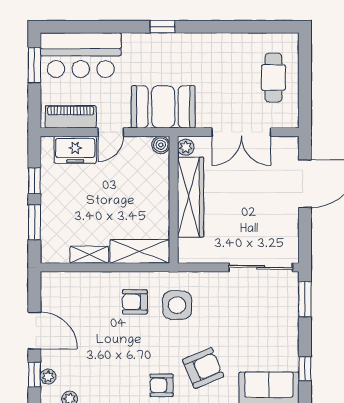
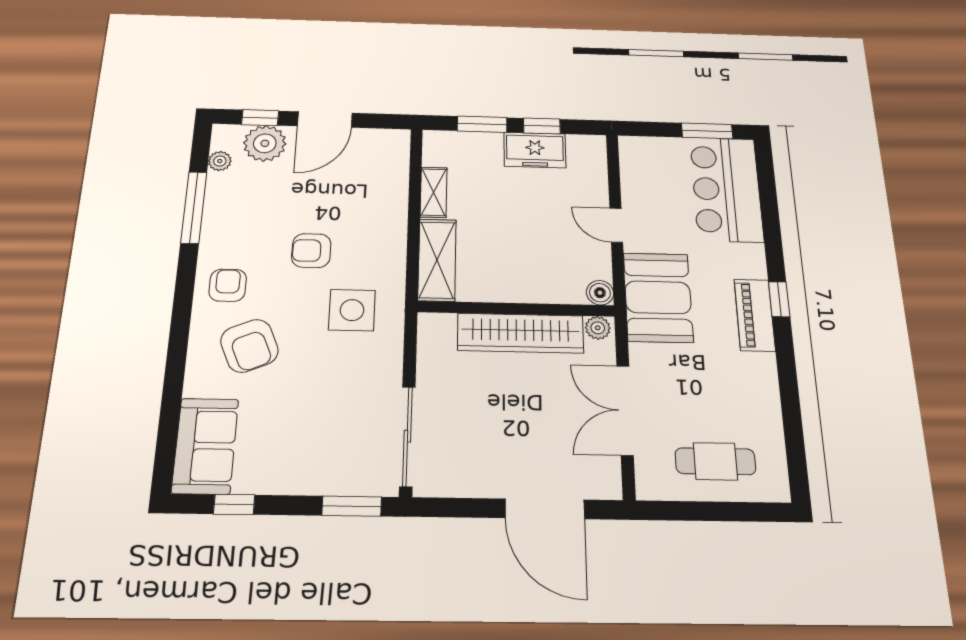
piano: (71, 117) -> (755, 315), moved, turned 180
freezer: (75, 150) -> (535, 150), moved, turned -90
armchair: (135, 302) -> (311, 251), moved, turned -90
plant: (48, 377) -> (265, 143), width x1.87, depth x1.87

